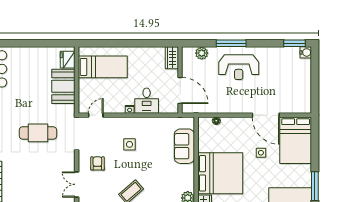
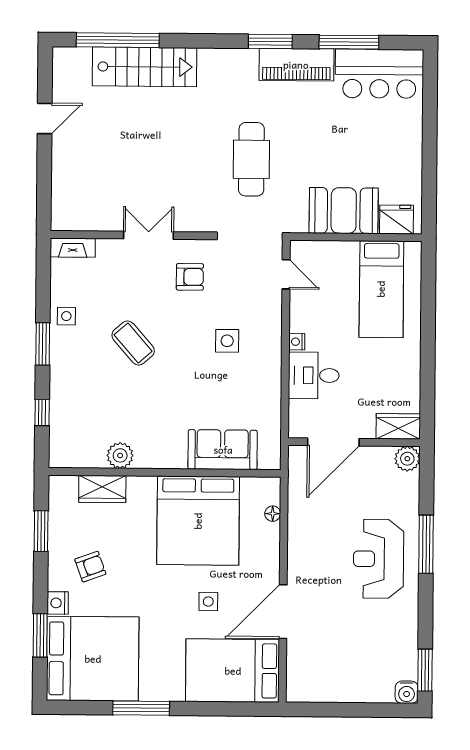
plant: (202, 53) -> (407, 459), moved
bed: (220, 173) -> (198, 521), moved

